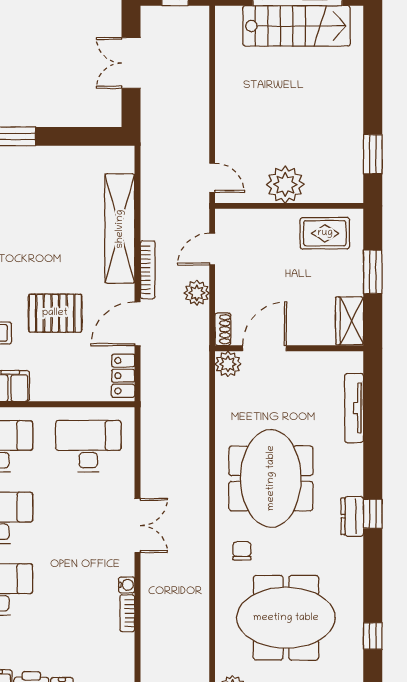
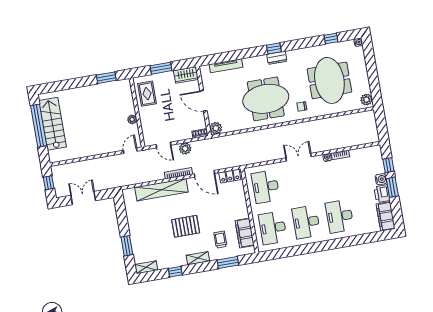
double door: (131, 63) -> (83, 198), swing flipped
plant: (285, 184) -> (132, 119), width x0.53, depth x0.53
pallet: (55, 313) -> (186, 226), moved, turned 90
door: (265, 348) -> (203, 101), moved

